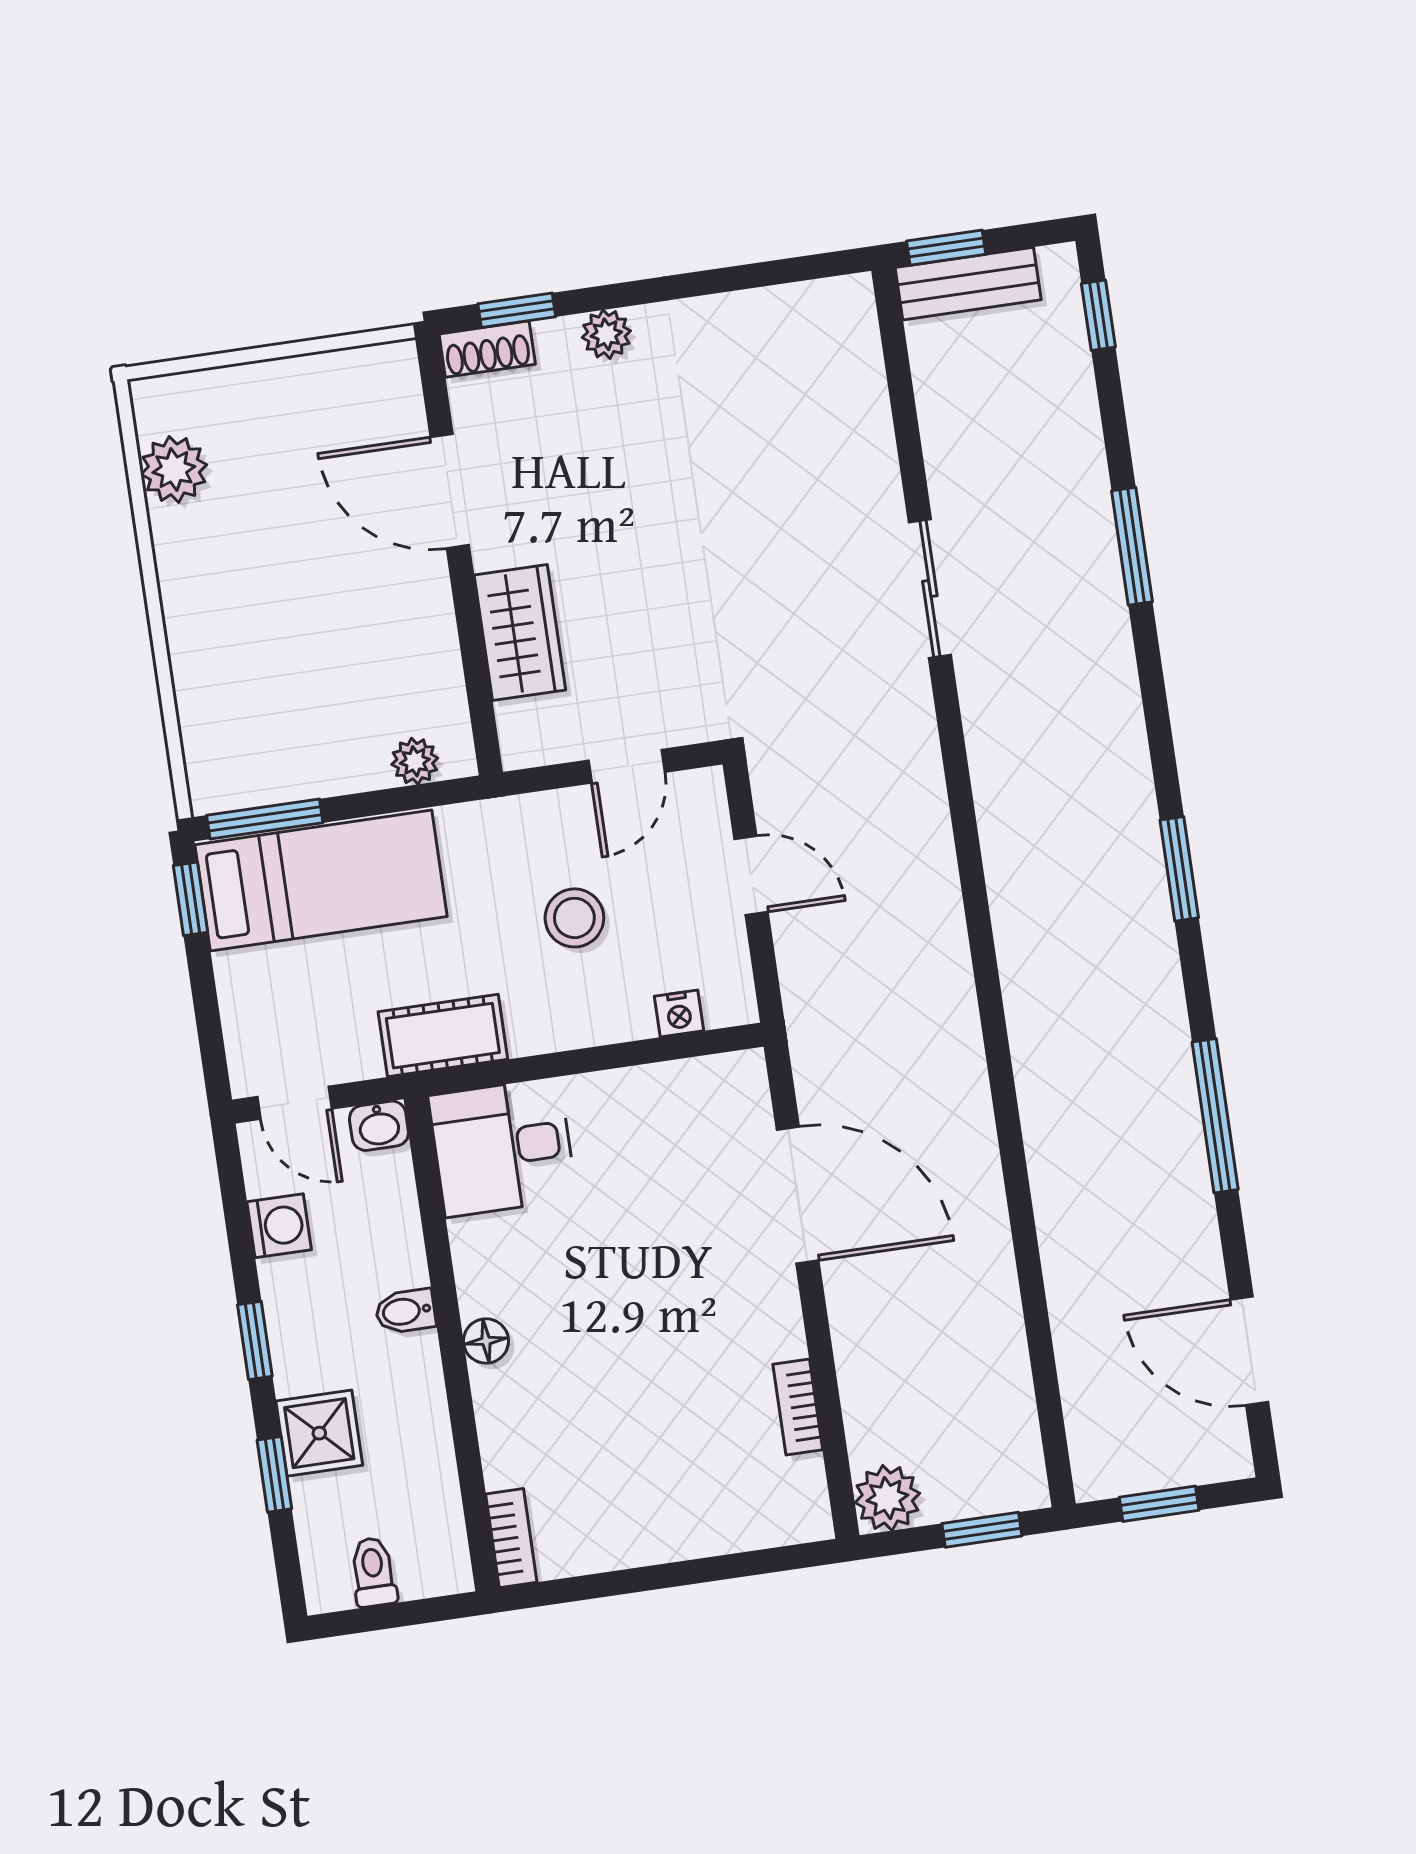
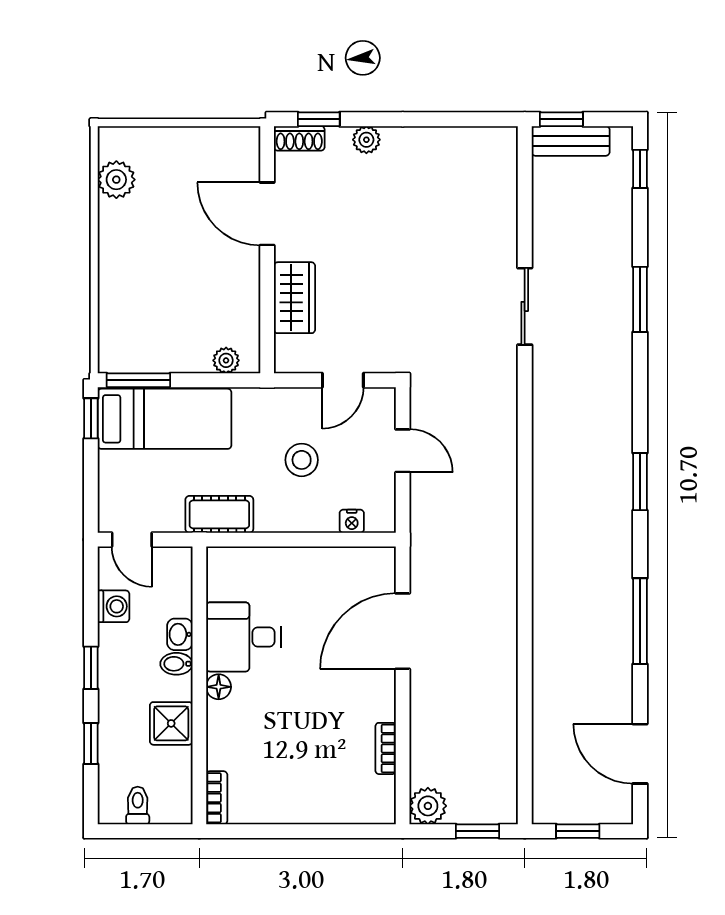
washbasin: (379, 1126) -> (180, 634), moved, turned 90
desk: (503, 1147) -> (243, 637), moved
door: (798, 1195) -> (403, 631), swing flipped
shower: (319, 1433) -> (171, 723), moved

